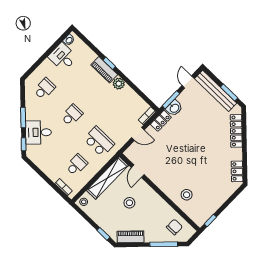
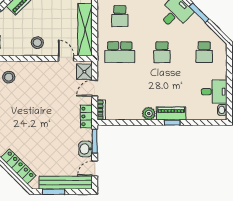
door: (188, 82) -> (95, 168), swing flipped
washbasin: (174, 108) -> (85, 149), moved
shower: (134, 151) -> (84, 72), added
stool: (129, 203) -> (37, 43), moved

